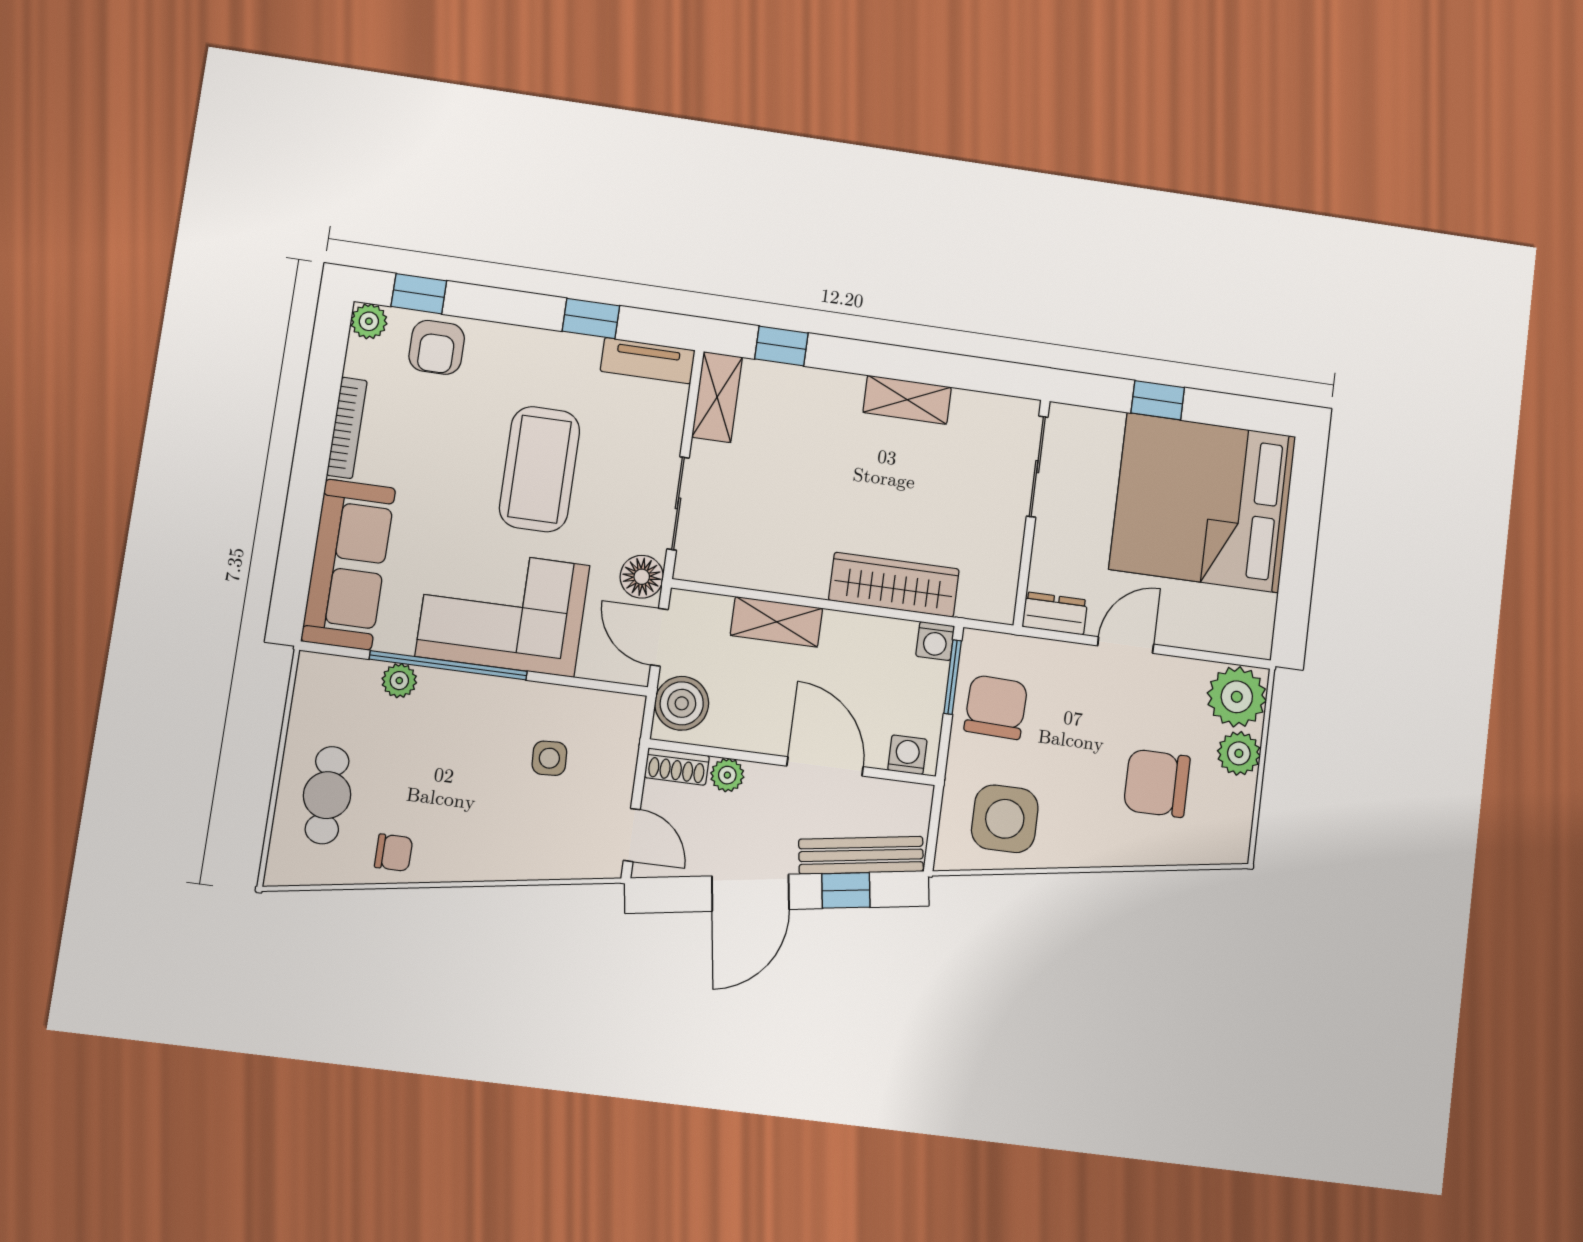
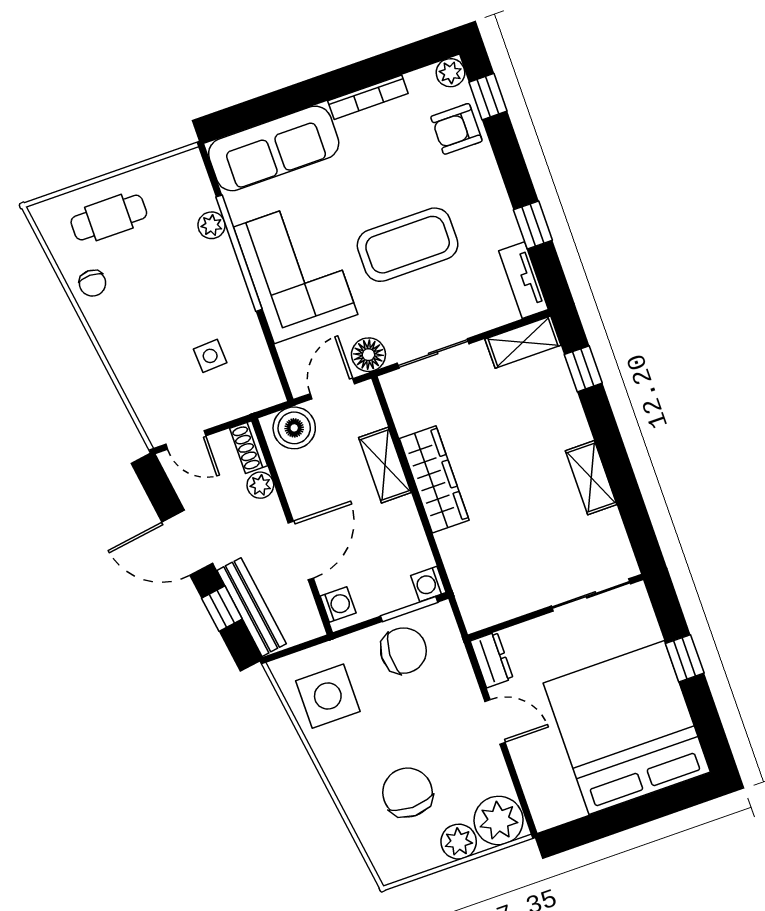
wardrobe: (894, 585) -> (434, 479), moved
door: (632, 835) -> (186, 440), hinge flipped

